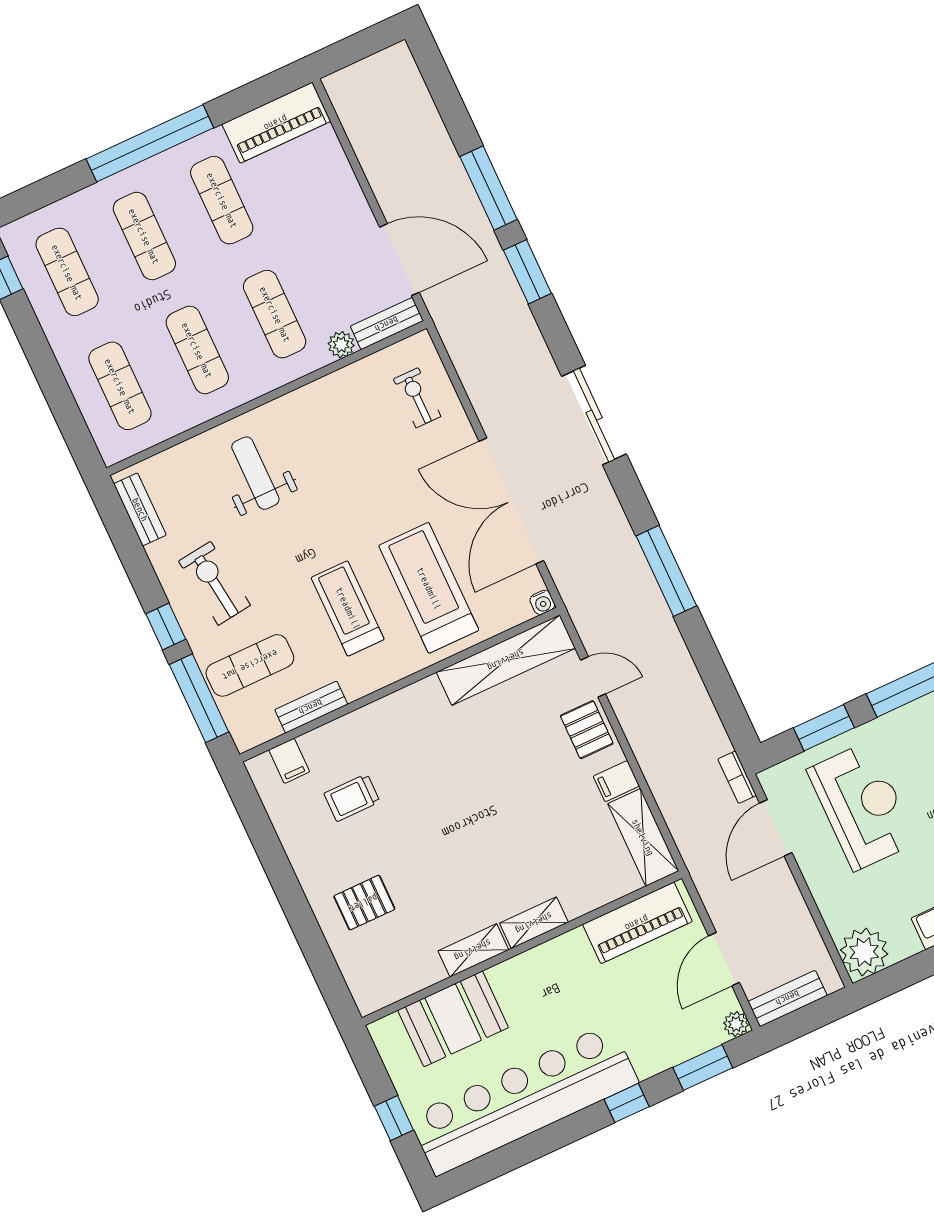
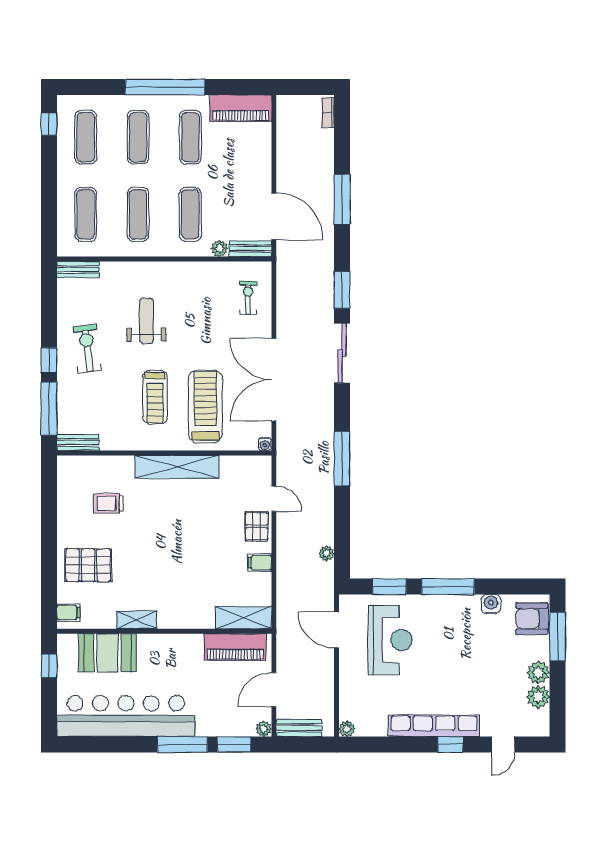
window: (527, 272) -> (342, 290), moved
weight bench: (255, 473) -> (146, 321), moved
bench: (140, 509) -> (78, 269), moved, turned 90
treadmill: (348, 608) -> (155, 397), turned 180
shelving: (506, 660) -> (177, 467), moved
exercise mat: (250, 665) -> (86, 404), removed
bench: (311, 707) -> (78, 443), moved
plant: (709, 722) -> (327, 554), added
filing cabinet: (289, 761) -> (68, 612), moved, turned -90
bookcase: (737, 777) -> (328, 113), moved
door: (776, 828) -> (337, 630), hinge flipped
shelving: (643, 837) -> (244, 618), moved, turned 90
pallet: (364, 903) -> (88, 565), width x1.50, depth x1.42
shelving: (534, 923) -> (177, 620), removed
plant: (864, 952) -> (347, 729), width x0.53, depth x0.53
window: (627, 1103) -> (182, 744), width x2.17
window: (394, 1118) -> (49, 666), moved

